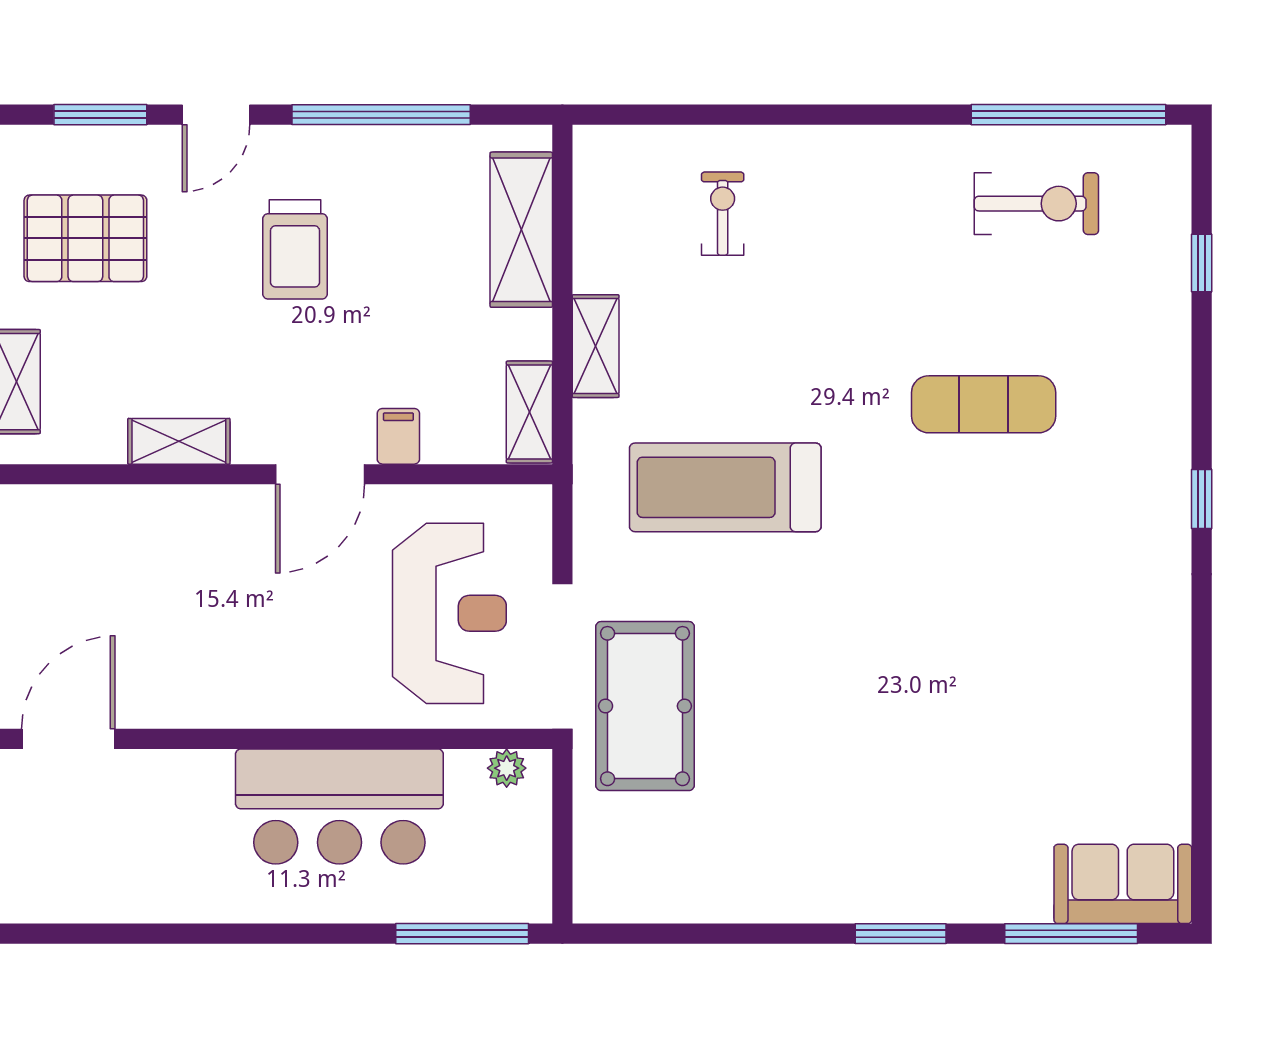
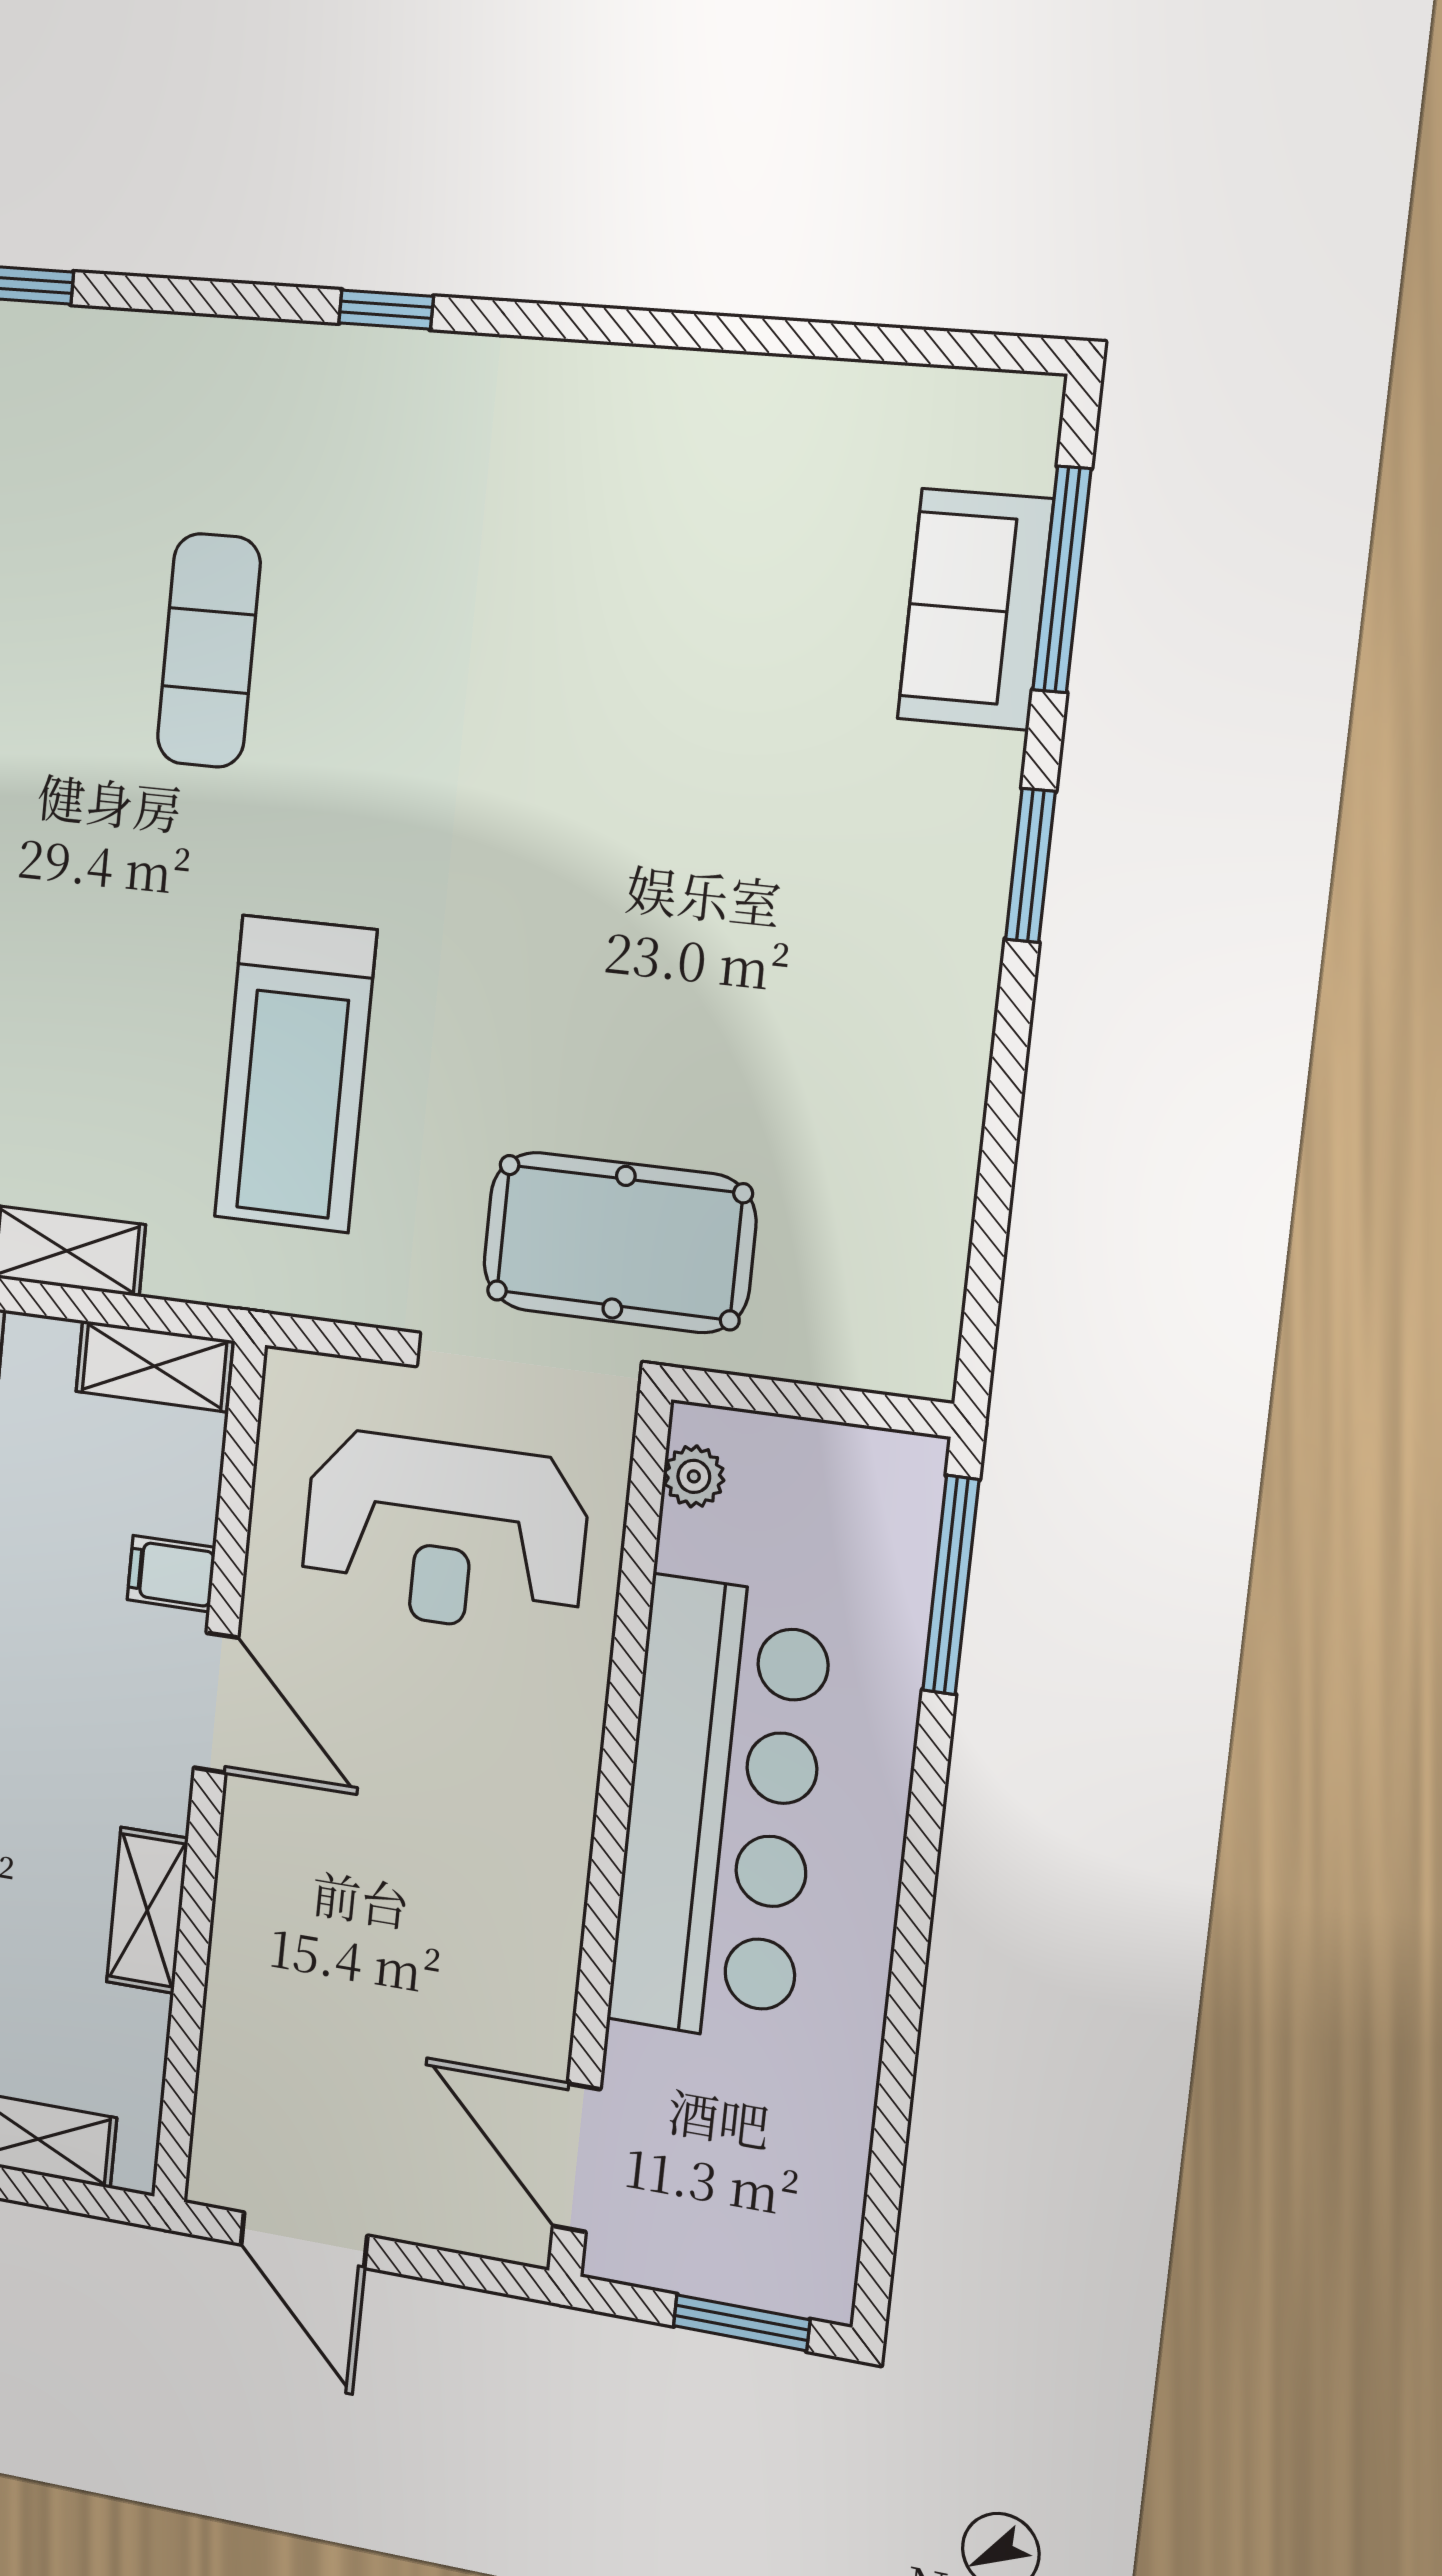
reception desk: (449, 613) -> (444, 1533), turned 180
bar counter: (339, 807) -> (720, 1811), width x1.36
sofa: (1123, 884) -> (975, 609), moved

